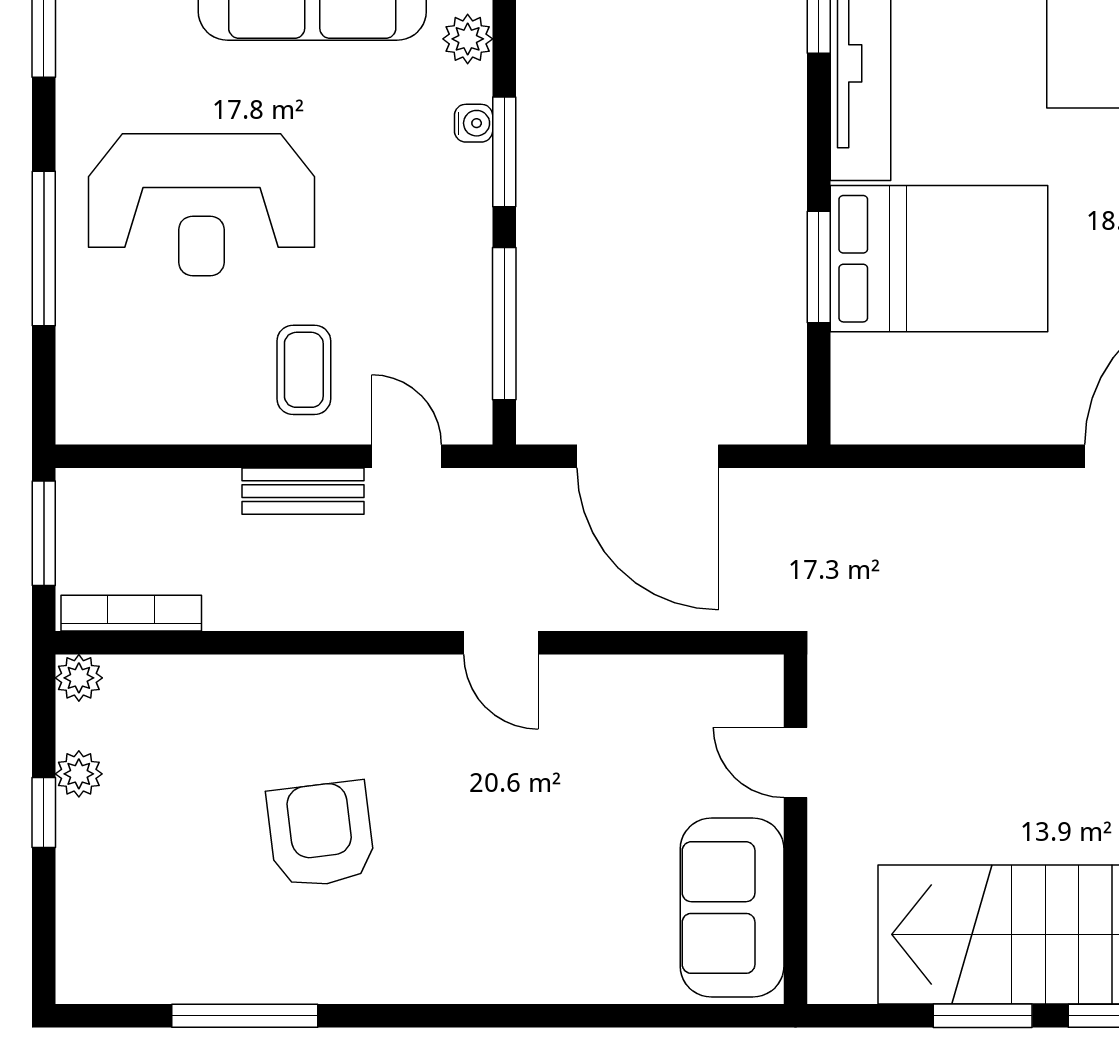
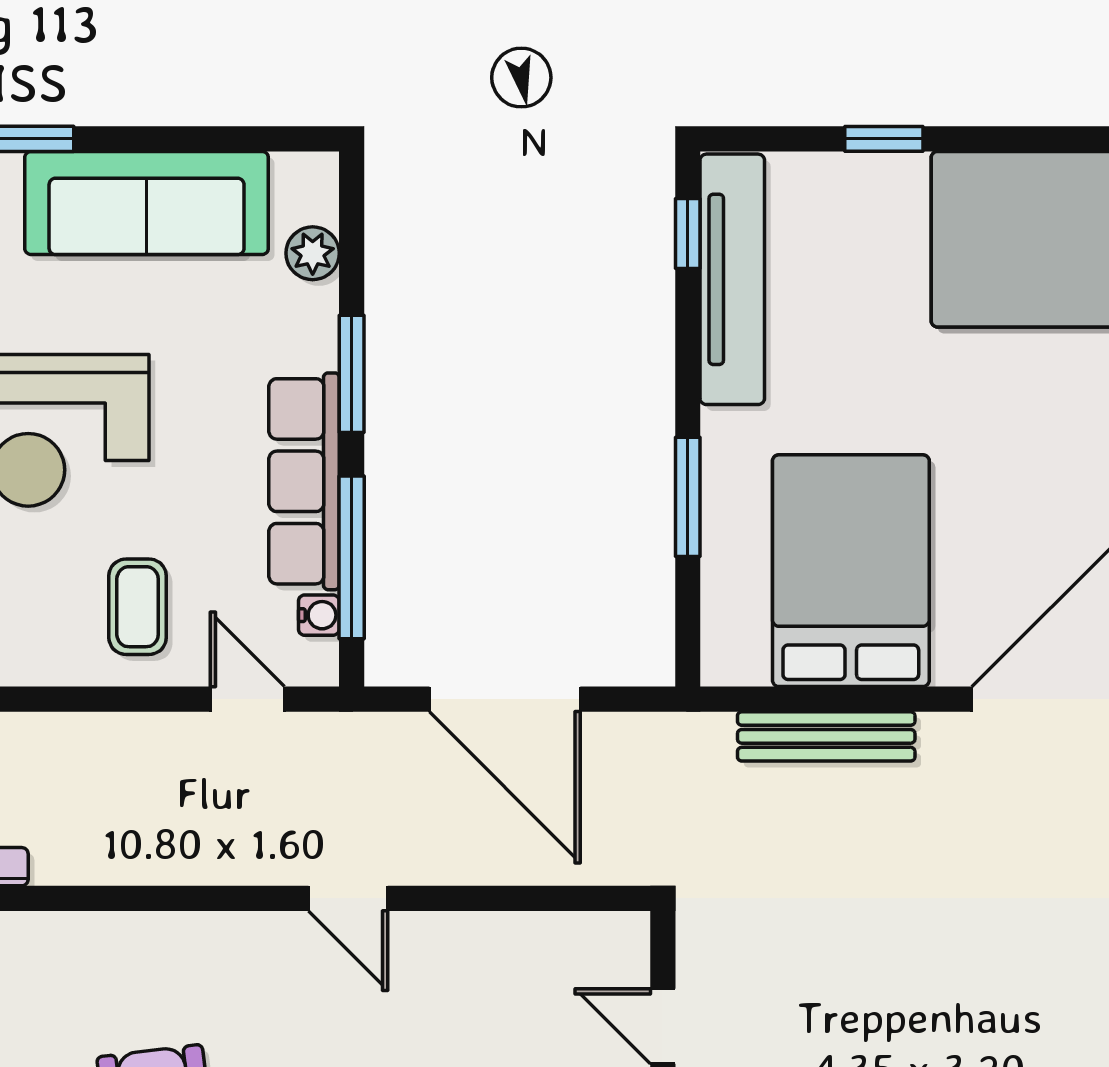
water cooler: (474, 123) -> (319, 615), moved
row of seats: (460, 252) -> (304, 481), added
bed: (939, 259) -> (851, 571), moved, turned -90
bench: (303, 491) -> (826, 736), moved, width x1.36

